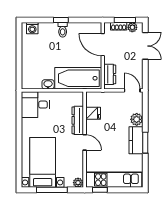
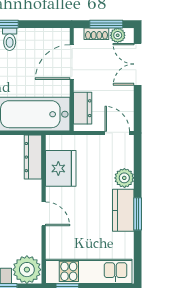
door: (103, 45) -> (72, 62), hinge flipped
double door: (145, 46) -> (138, 64), swing flipped
fridge: (93, 113) -> (61, 168), width x1.88, depth x1.34
dresser: (78, 120) -> (33, 157), moved
plant: (78, 183) -> (27, 270), width x1.88, depth x1.88

